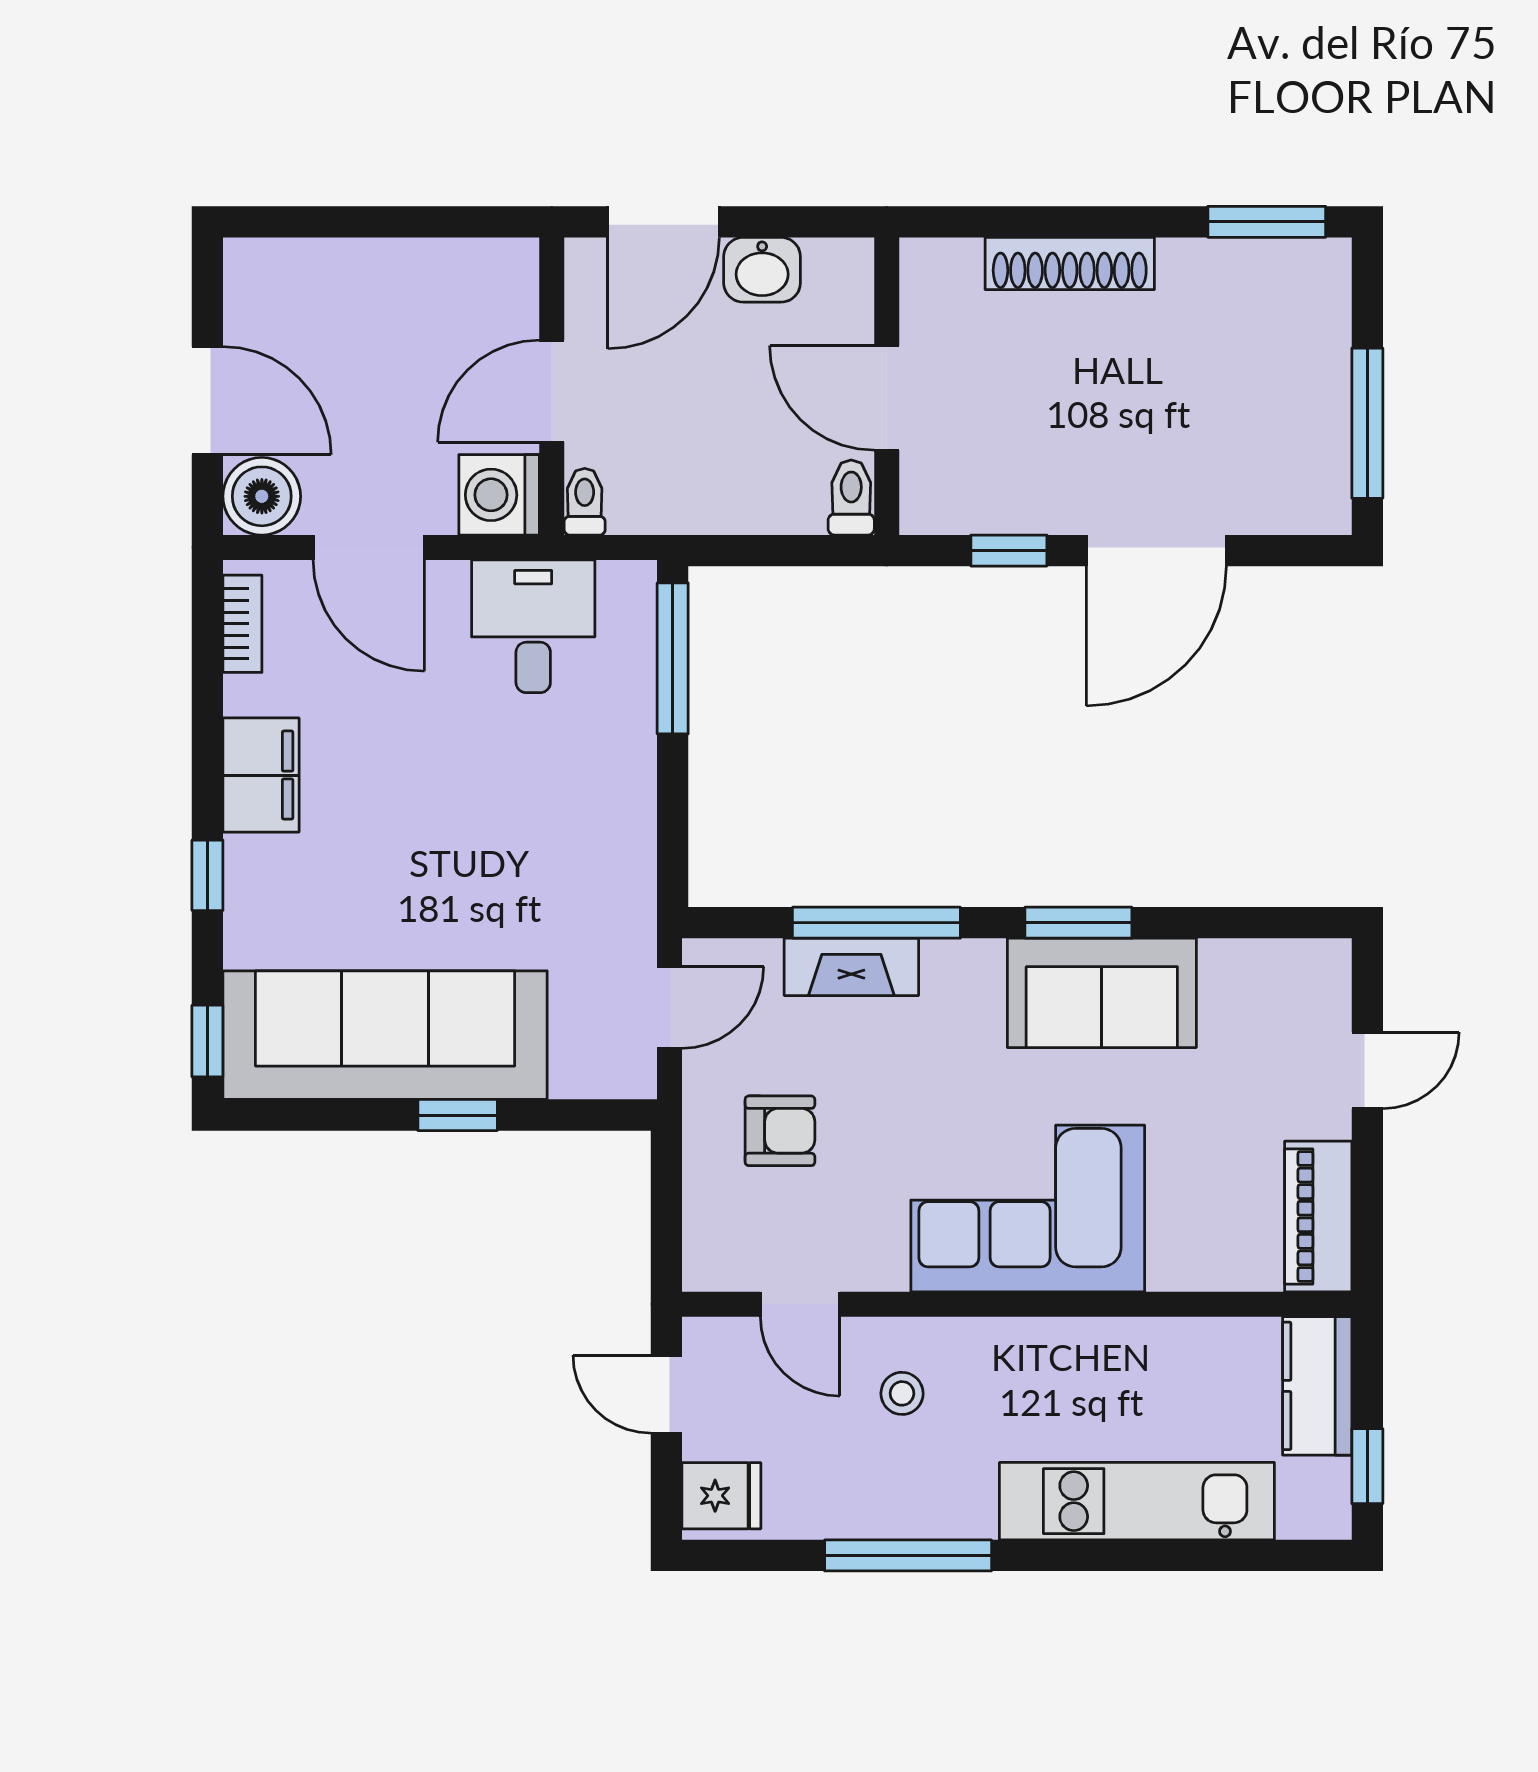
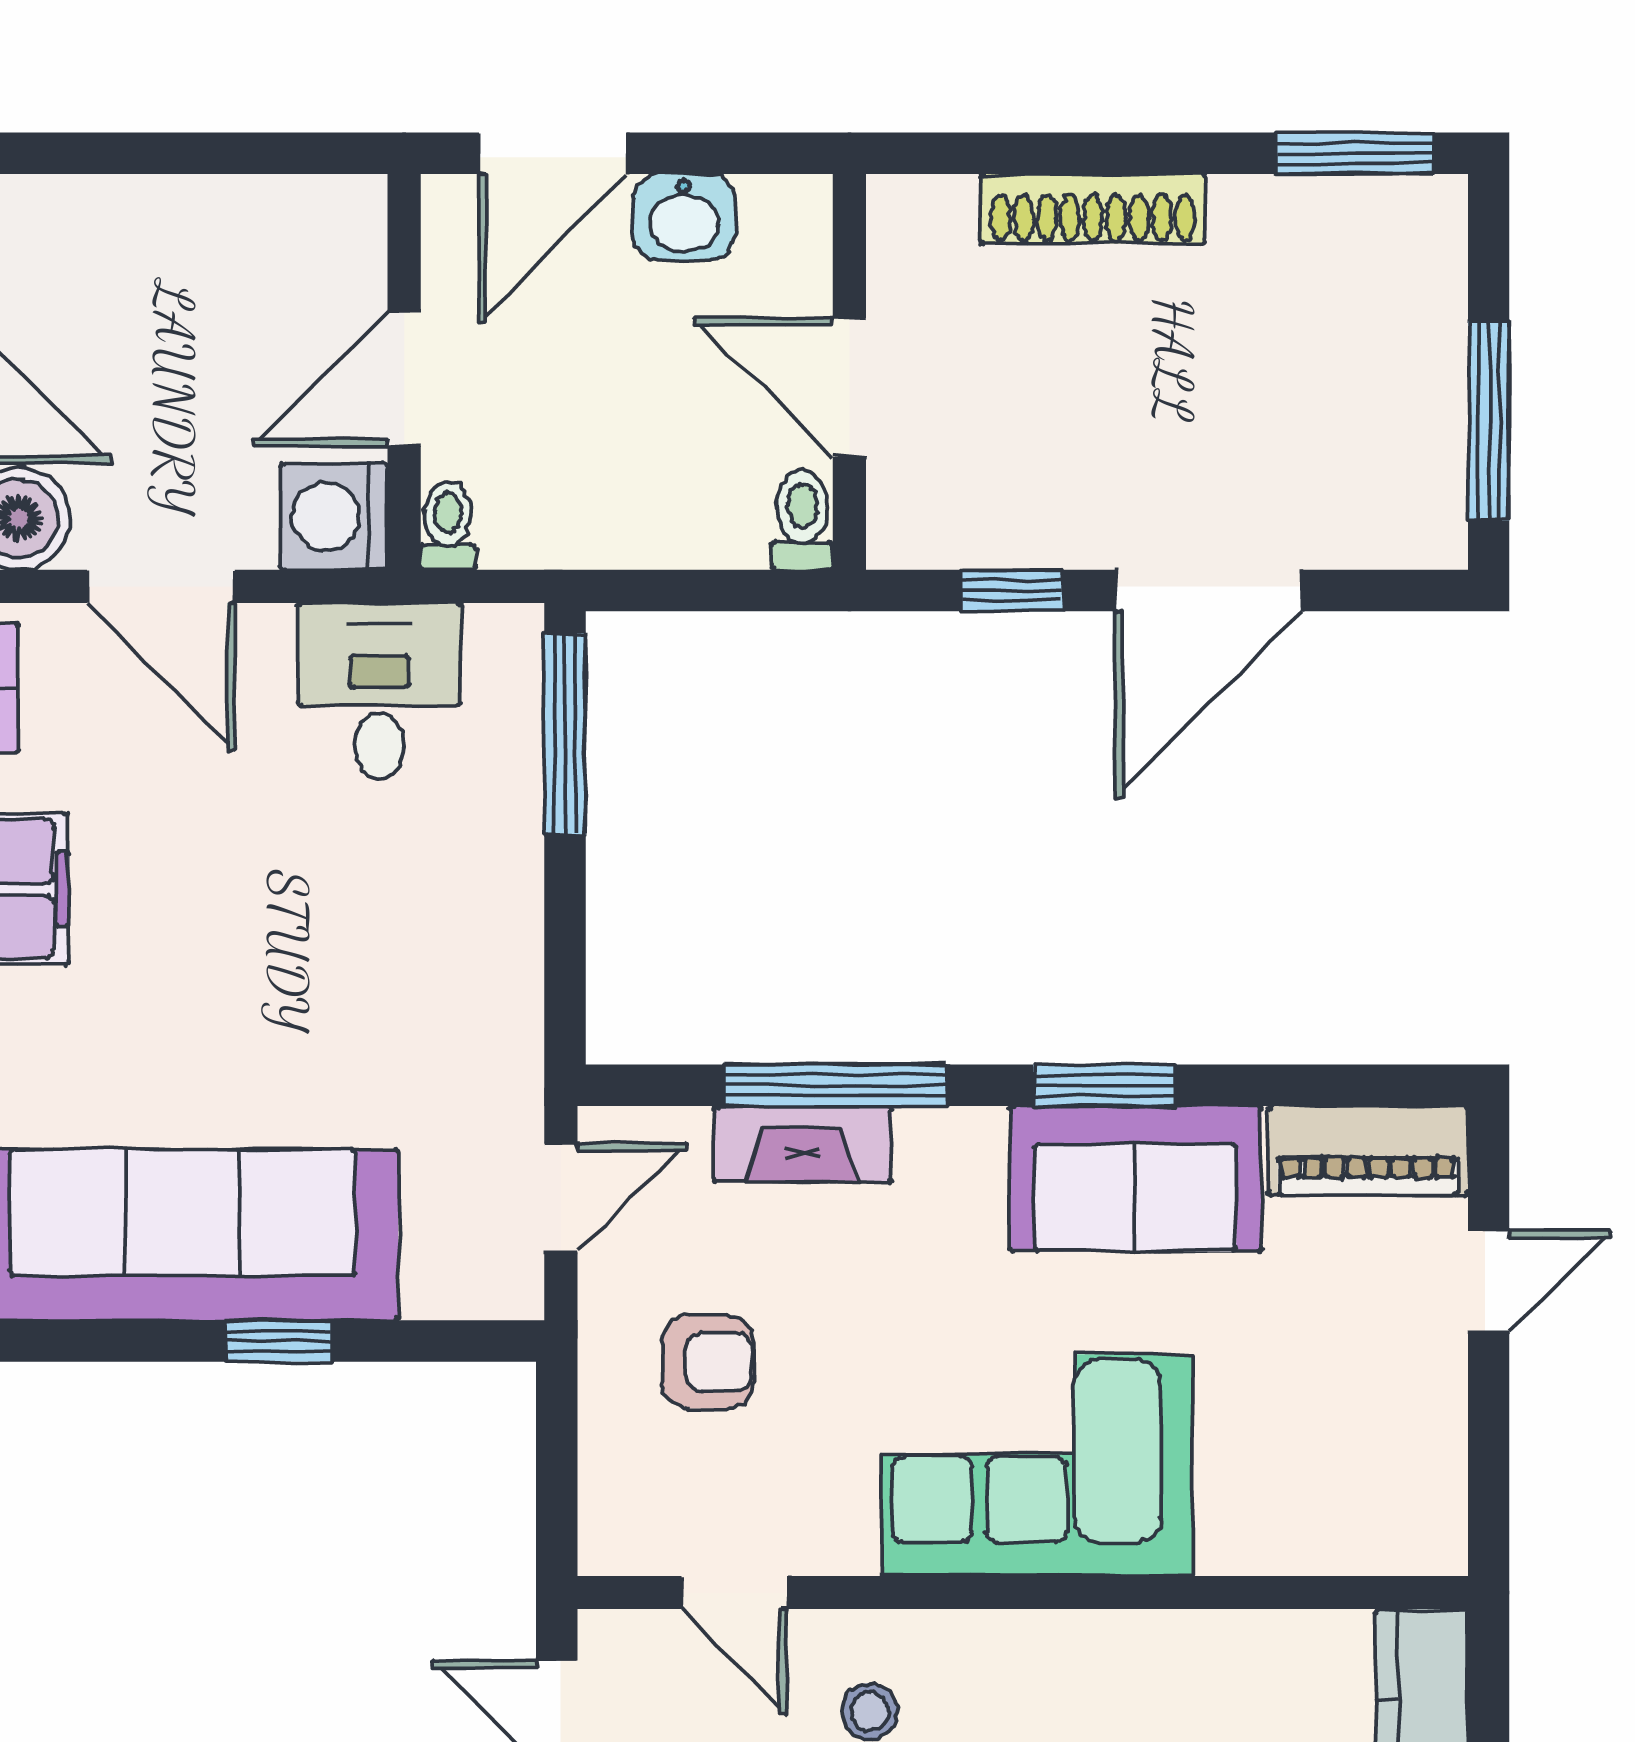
piano: (1318, 1217) -> (1368, 1151), moved, turned -90

